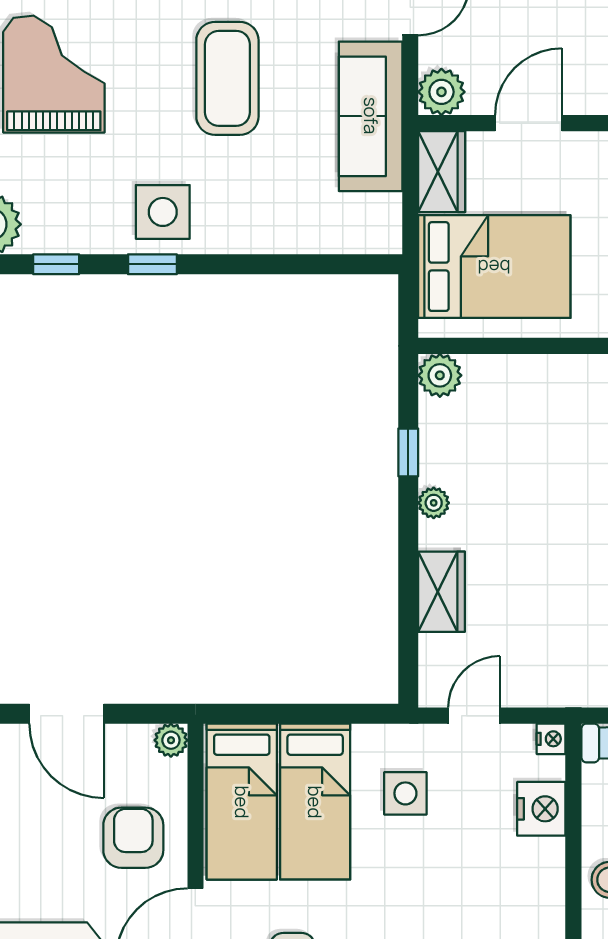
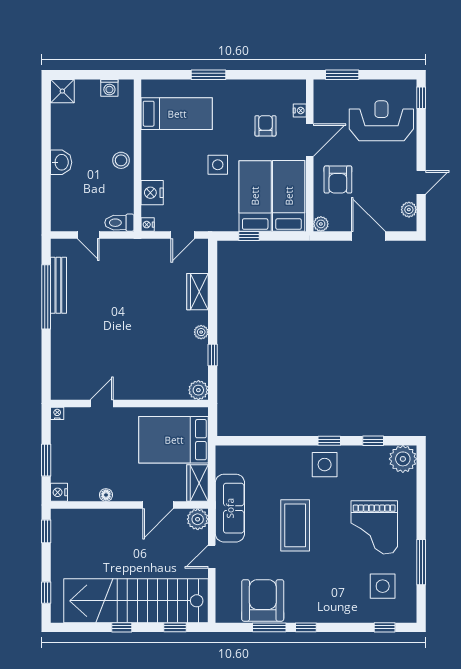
window: (329, 714) -> (249, 236), added
side table: (405, 793) -> (218, 165), moved

